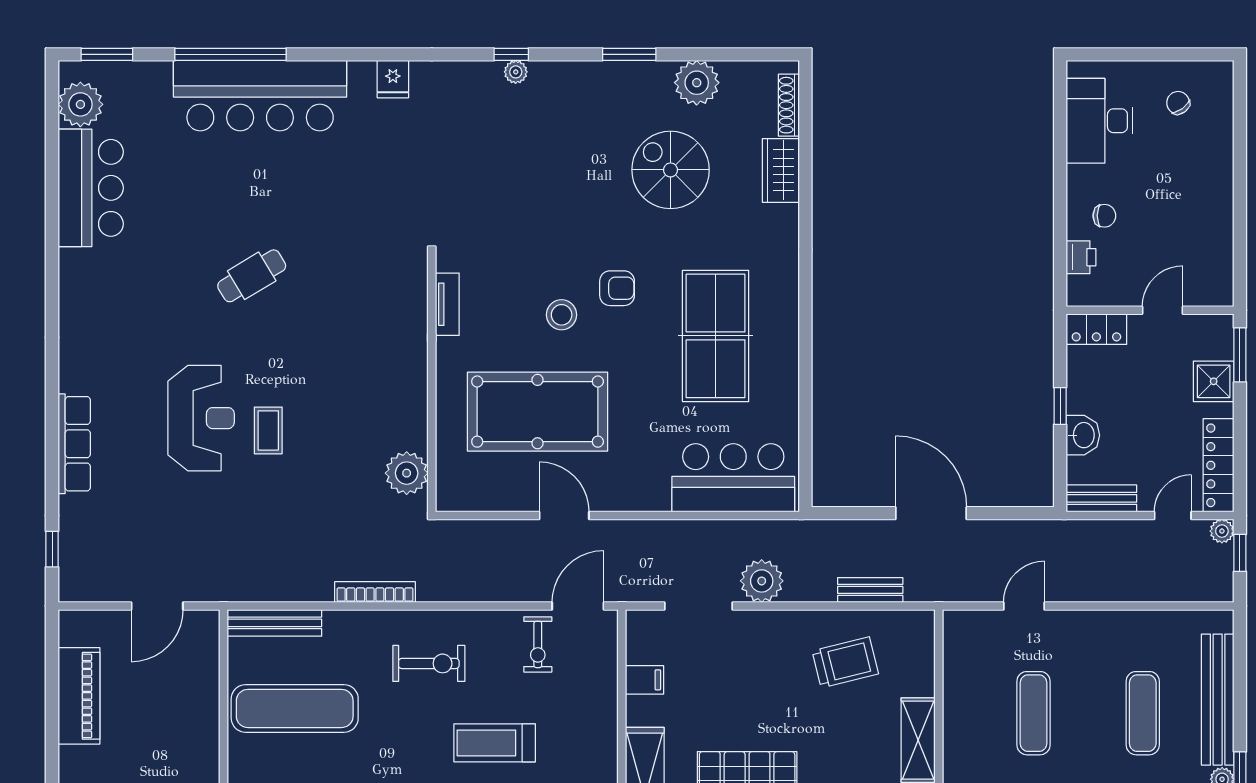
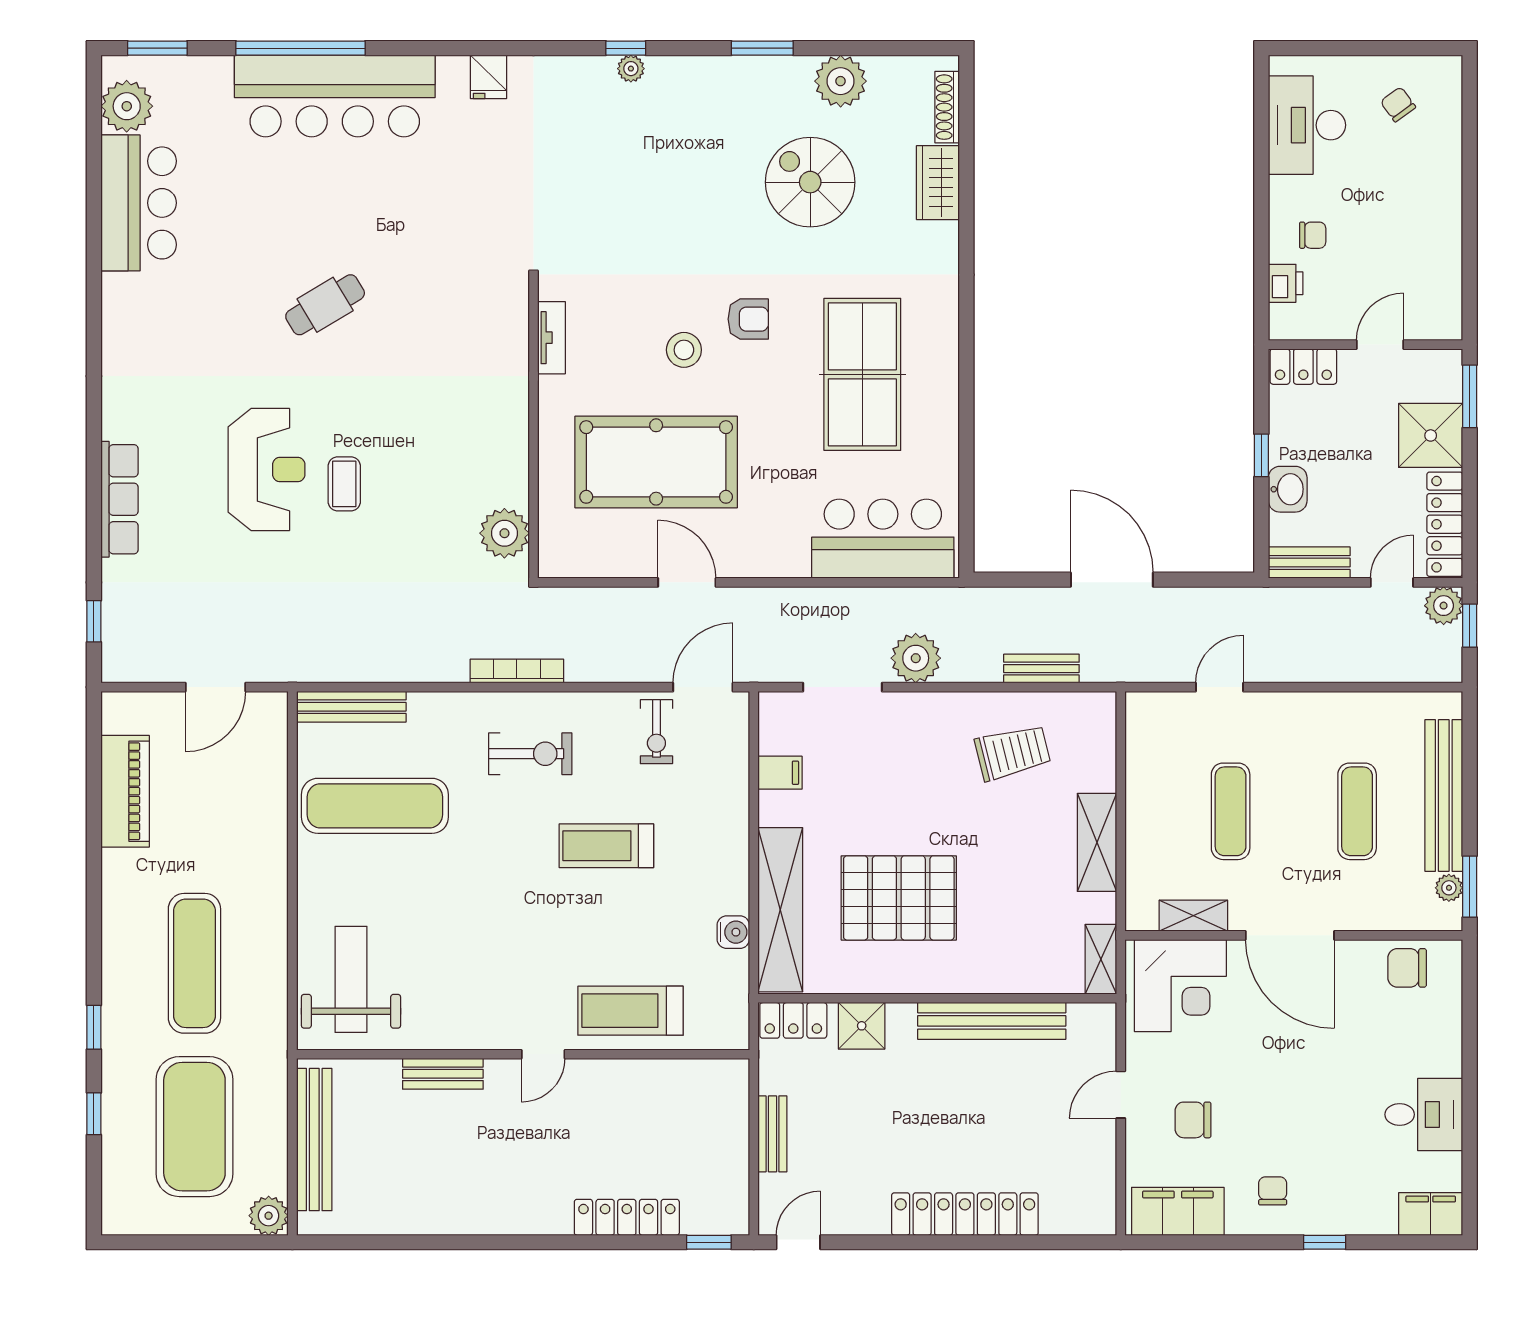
shower: (1214, 381) -> (1431, 435), width x1.36, depth x1.36
plant: (1222, 531) -> (1444, 606), width x1.38, depth x1.38
bookcase: (375, 592) -> (517, 671), moved

